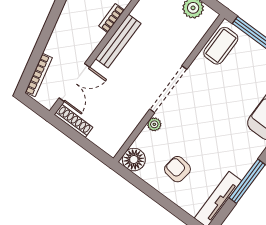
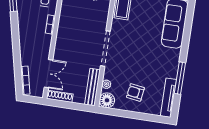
bench: (118, 41) -> (92, 87), moved
plant: (154, 124) -> (106, 84), moved

